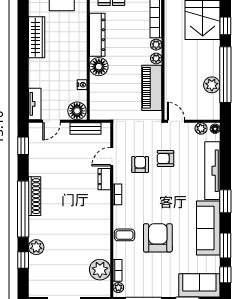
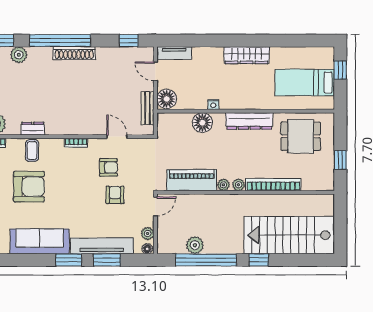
floor lamp: (99, 67) -> (202, 123), moved
nightstand: (82, 85) -> (213, 105), moved
dresser: (104, 179) -> (33, 129), moved
window: (225, 246) -> (107, 260), moved

